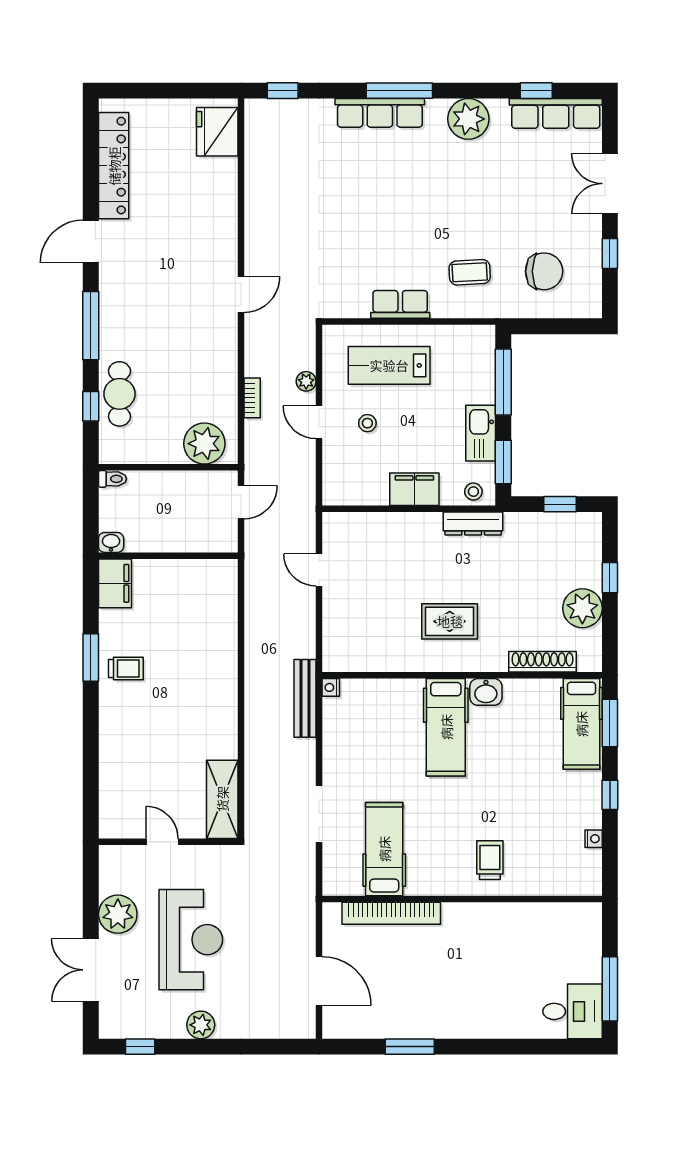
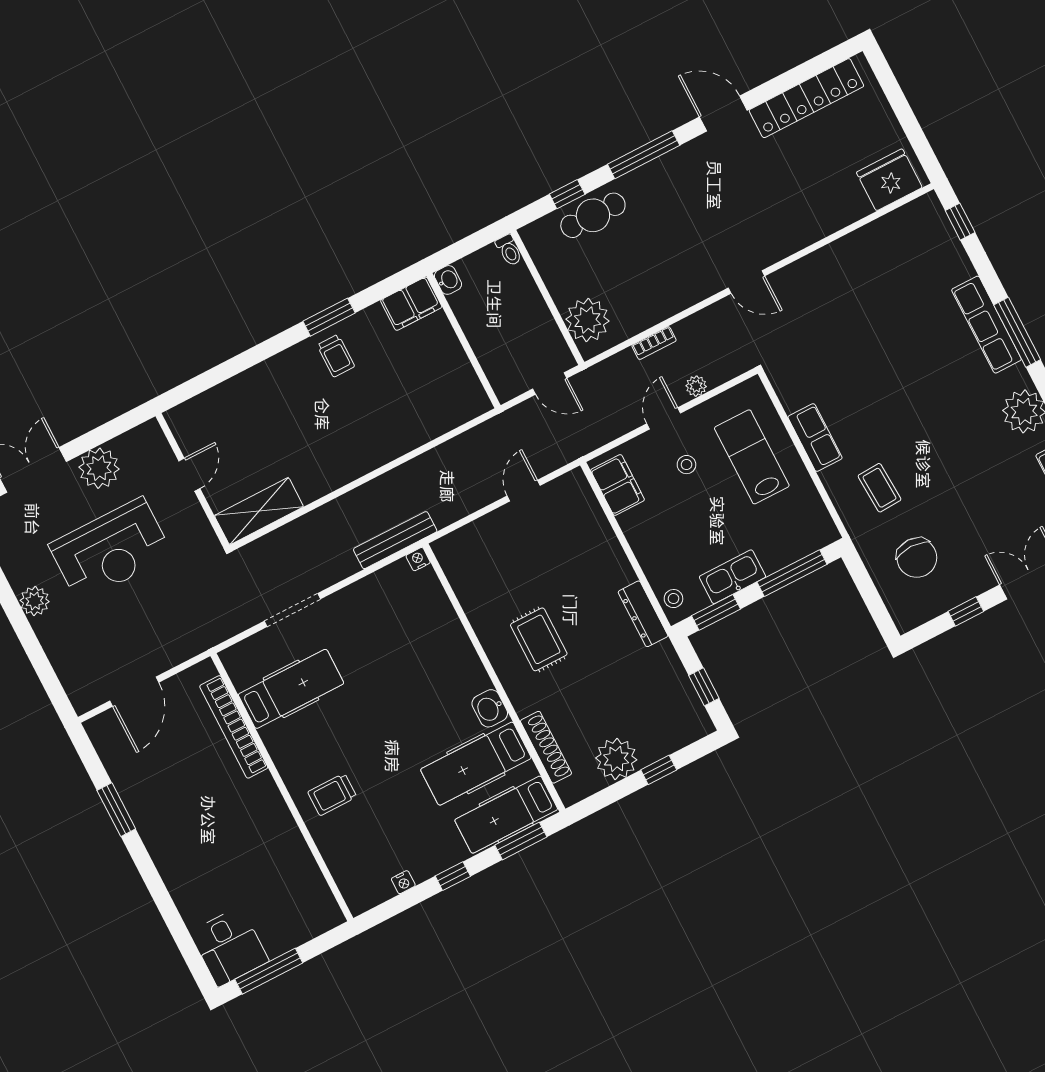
filing cabinet: (414, 489) -> (618, 485), moved
hospital bed: (446, 727) -> (476, 764), moved
trolley: (490, 860) -> (332, 794), turned 180

